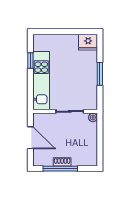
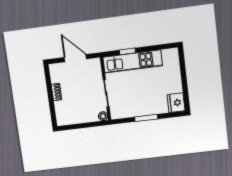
window: (30, 60) -> (127, 51), moved
door: (30, 138) -> (75, 58), swing flipped
window: (60, 169) -> (50, 91), removed

